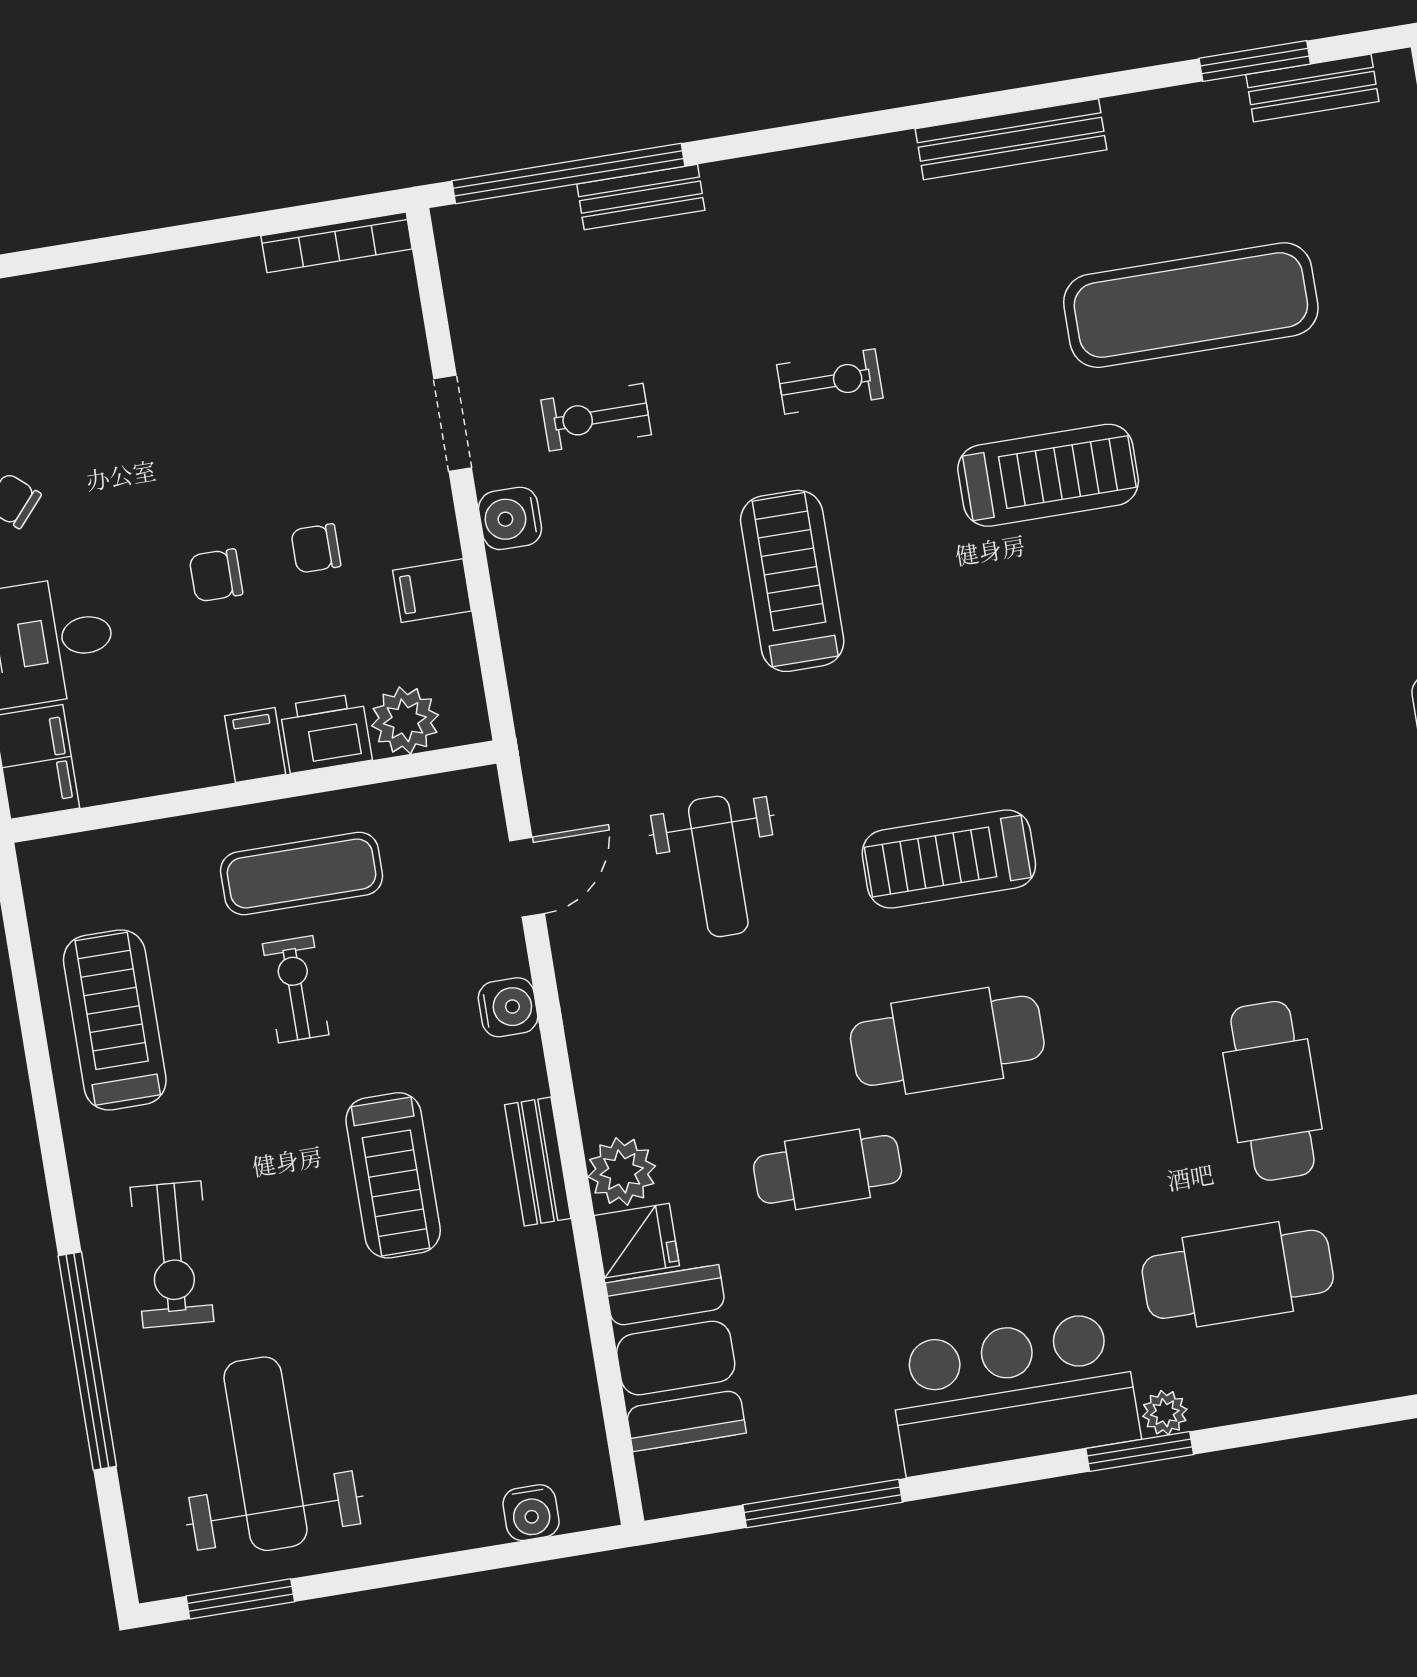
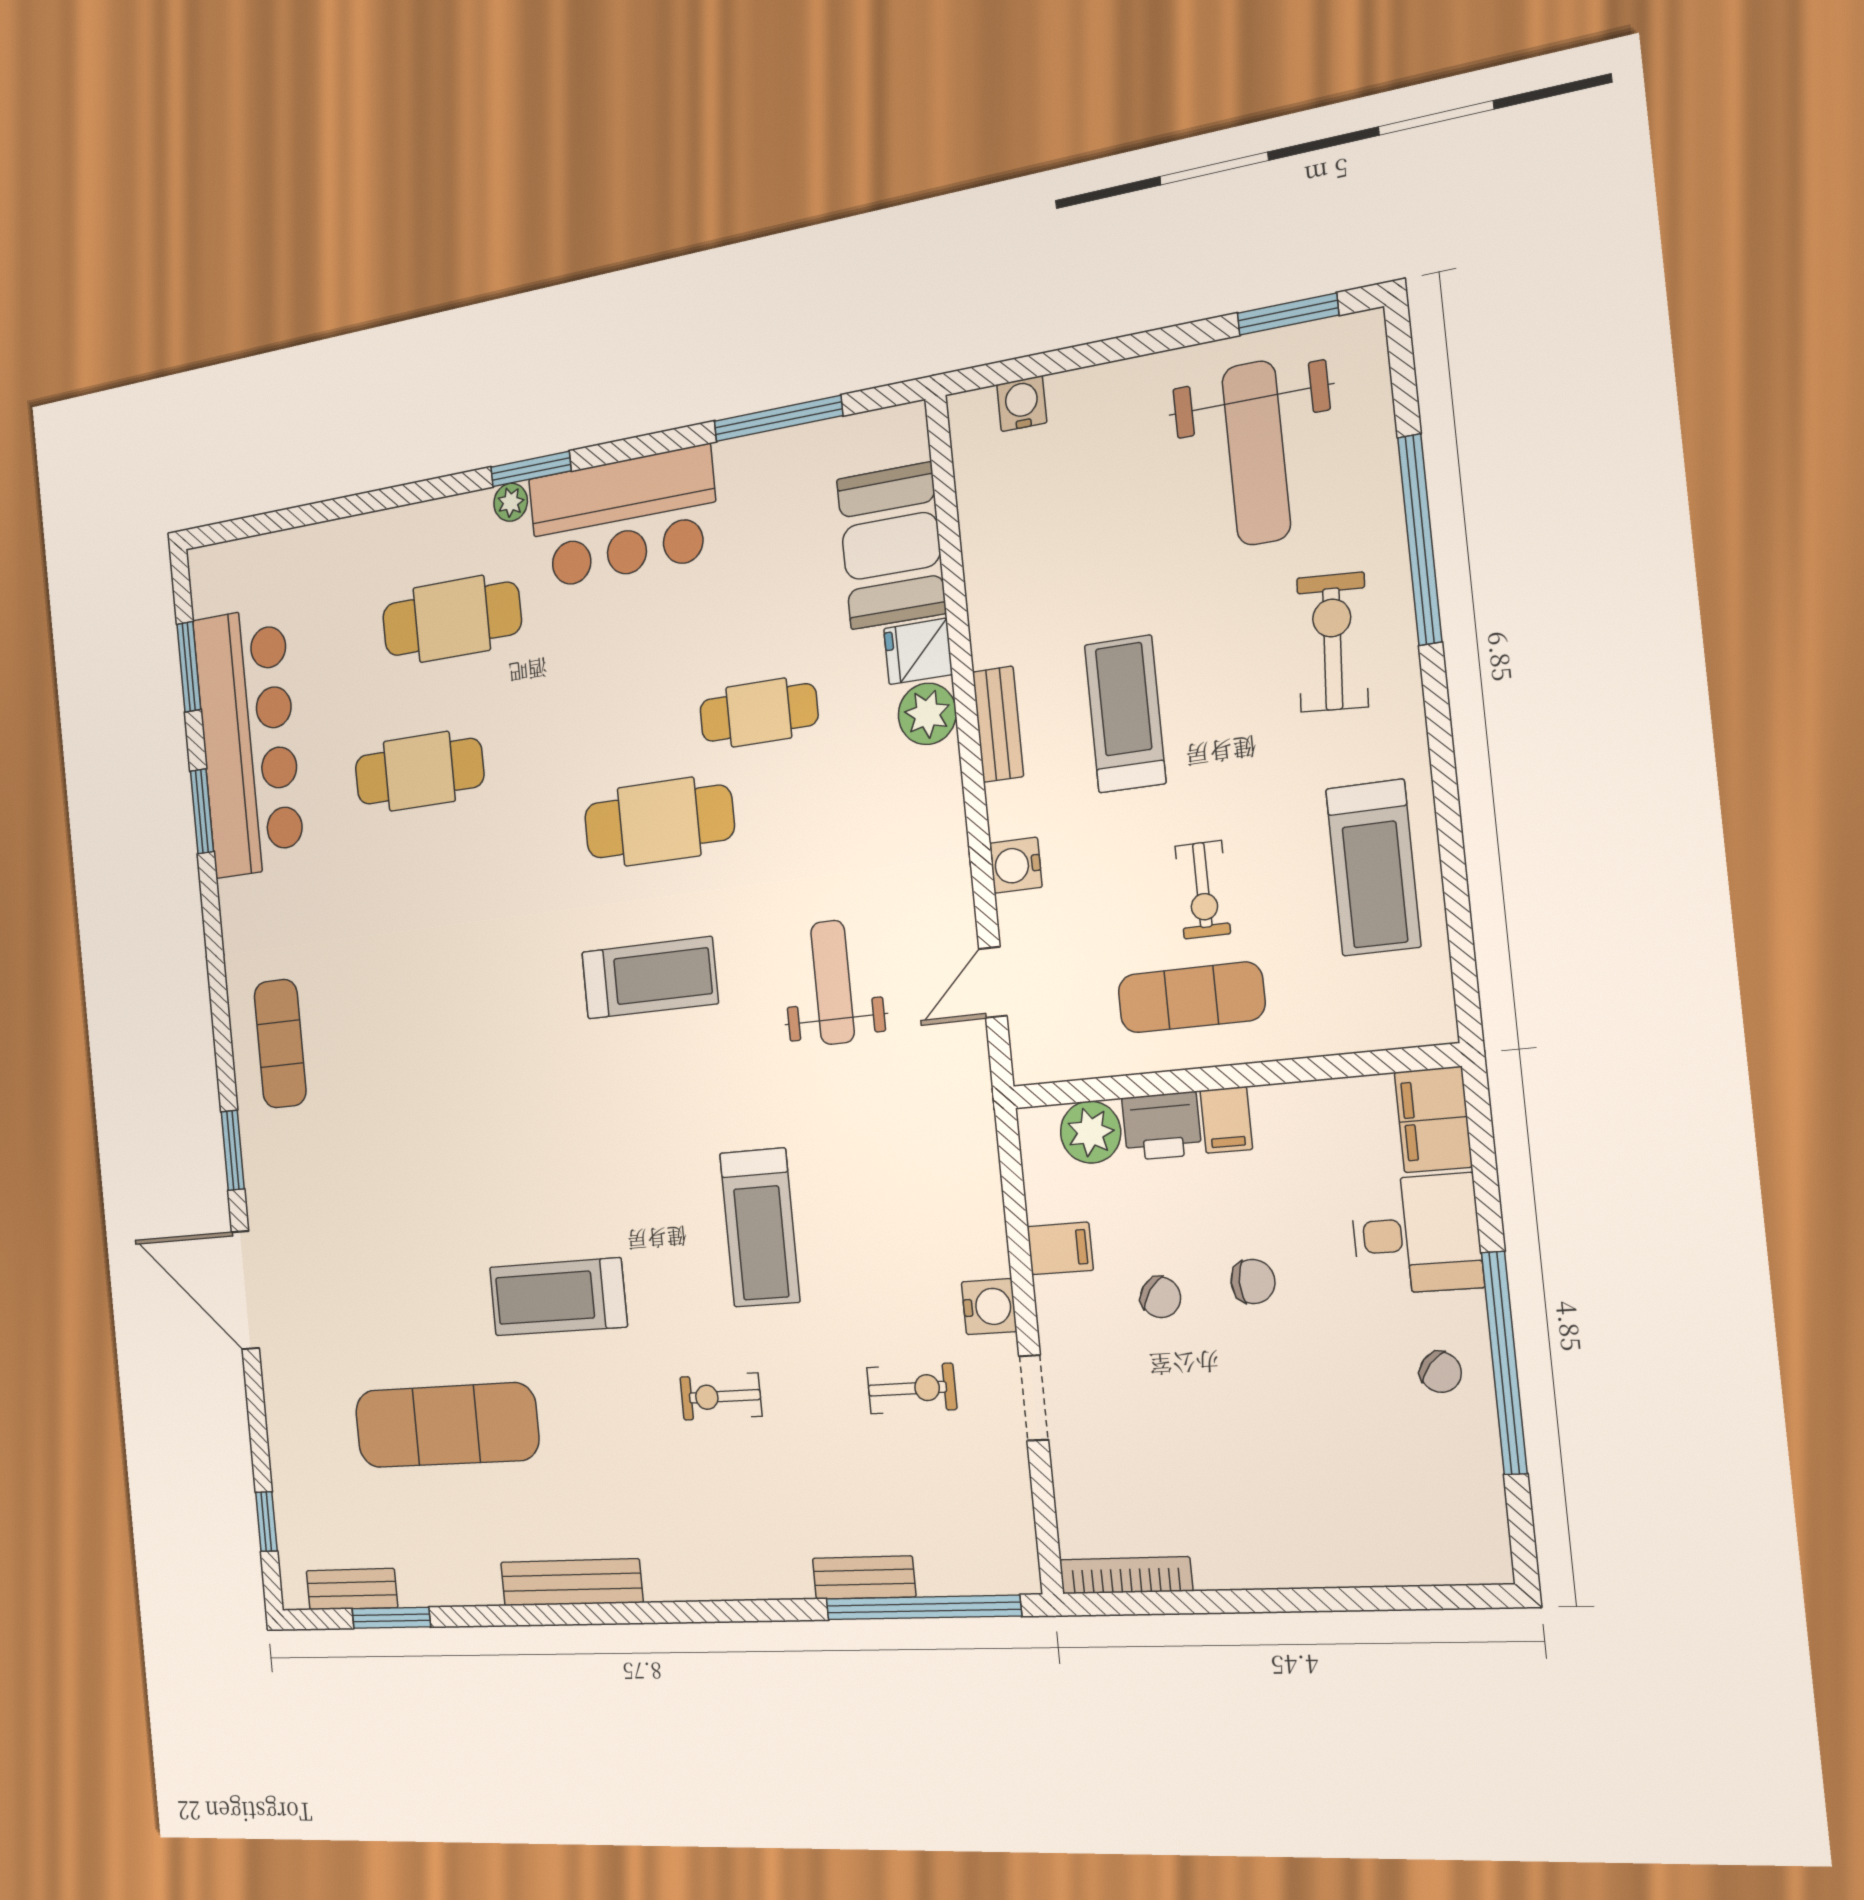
chair: (316, 548) -> (1161, 1297), turned 35
cafe table: (1273, 1091) -> (419, 771), turned 90

